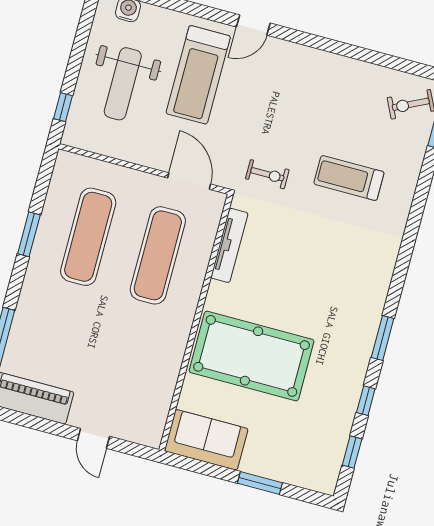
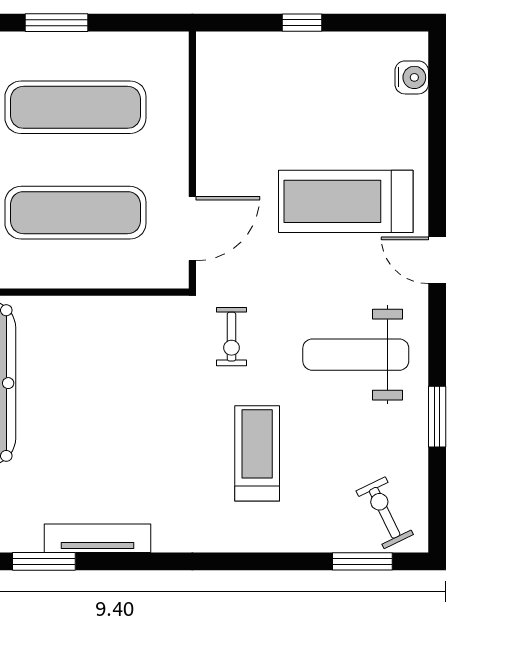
window: (357, 53) -> (437, 417), added
weight bench: (123, 84) -> (356, 355), moved
window: (63, 107) -> (302, 23), moved
tv unit: (229, 245) -> (98, 538), moved, turned 180

